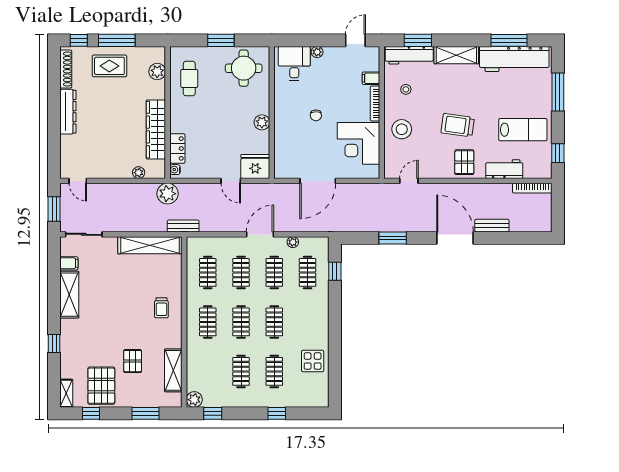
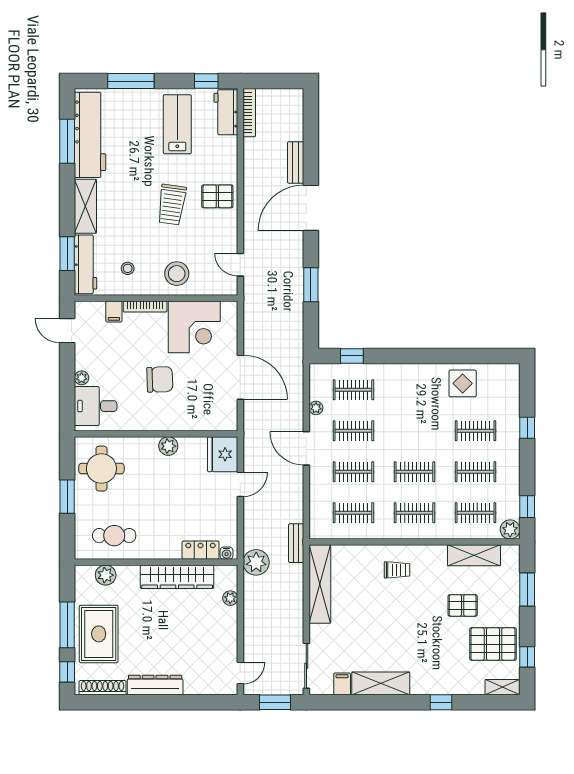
rug: (109, 66) -> (99, 634), width x1.36, depth x1.43
chair: (316, 115) -> (160, 379), width x1.87, depth x1.87
workbench: (504, 169) -> (226, 112), moved
clothes rail: (274, 322) -> (475, 513), moved

